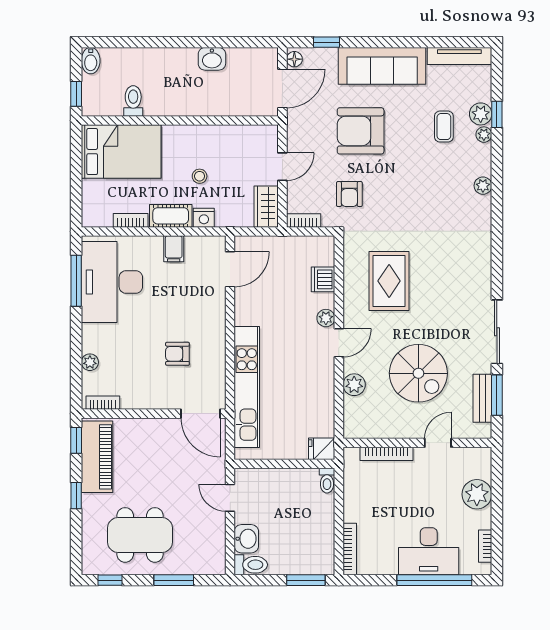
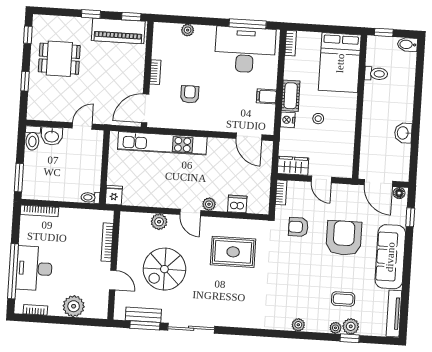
bookcase: (131, 220) -> (291, 43), moved
bookcase: (103, 403) -> (155, 72), moved
dining table: (140, 535) -> (59, 59), width x0.73
window: (174, 580) -> (25, 81), width x0.67

